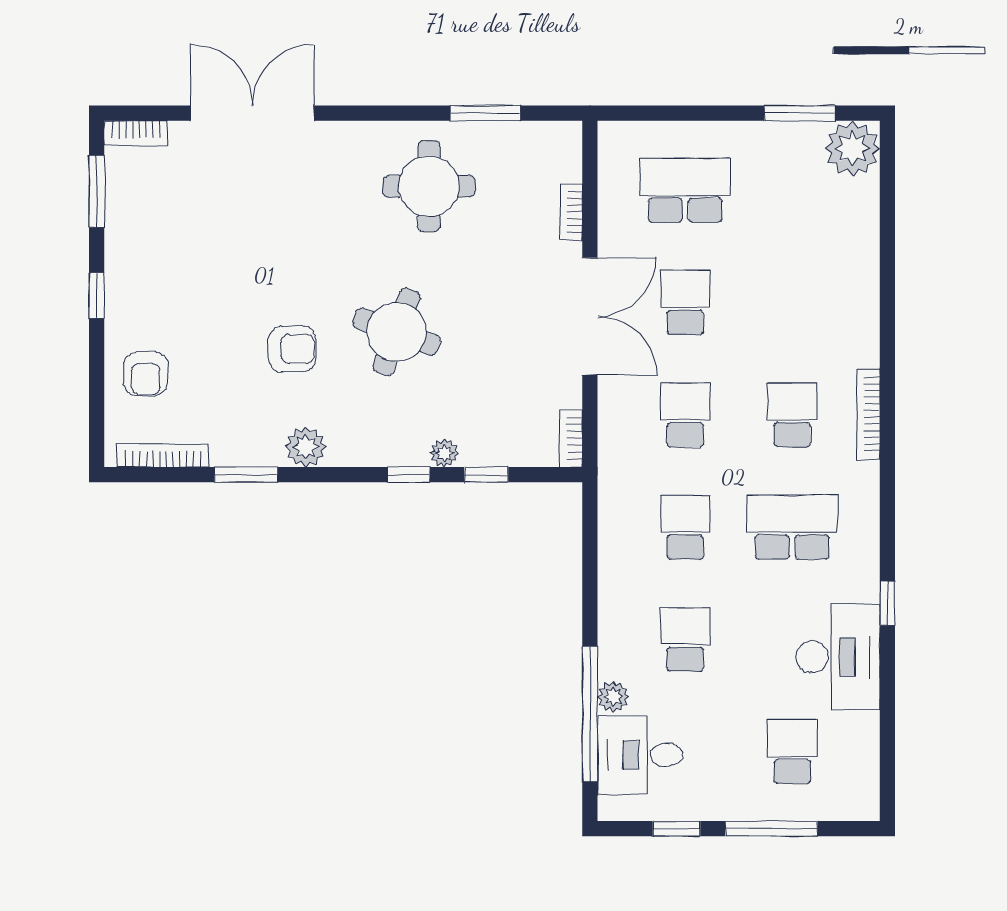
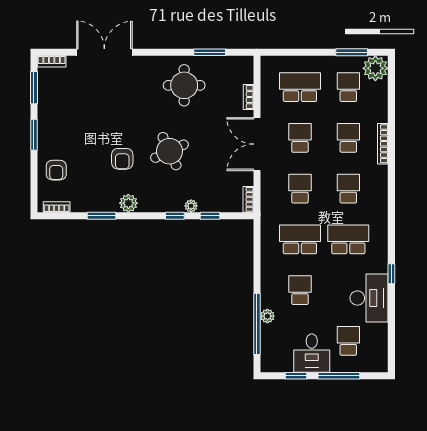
school desk: (792, 190) -> (348, 87), added
window: (97, 295) -> (34, 135), width x1.50
school desk: (792, 303) -> (348, 138), added
double door: (590, 316) -> (257, 144), swing flipped
round table: (397, 332) -> (170, 151), turned 45
armchair: (292, 349) -> (122, 159), turned 90
bookcase: (868, 414) -> (383, 144), moved
bookcase: (163, 455) -> (57, 207), width x0.64
school desk: (685, 527) -> (300, 239), width x1.85
desk: (640, 755) -> (312, 353), moved, turned -90

